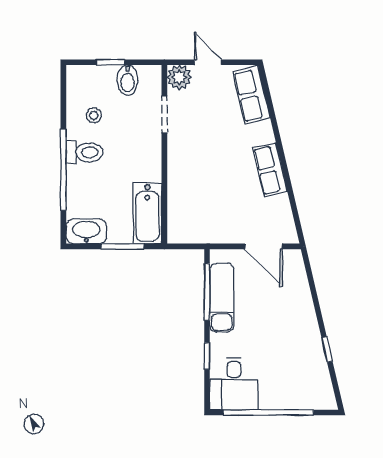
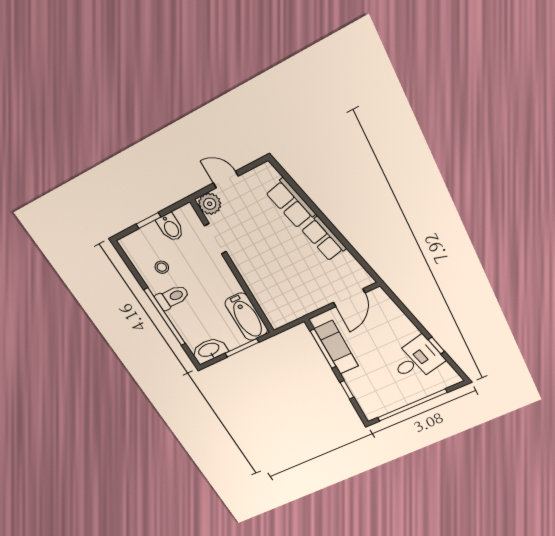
row of seats: (251, 95) -> (291, 203), moved
door: (263, 246) -> (349, 298), hinge flipped
desk: (234, 384) -> (417, 360), moved, turned -103

